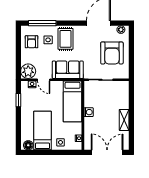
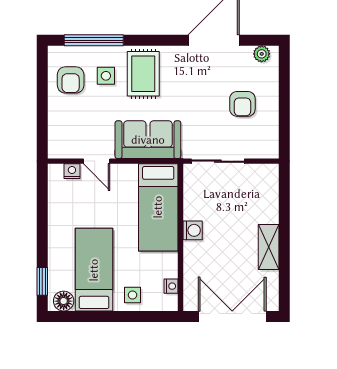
armchair: (112, 53) -> (242, 104), width x0.53, depth x0.53
plant: (28, 71) -> (63, 143), removed
window: (18, 100) -> (42, 281), moved

